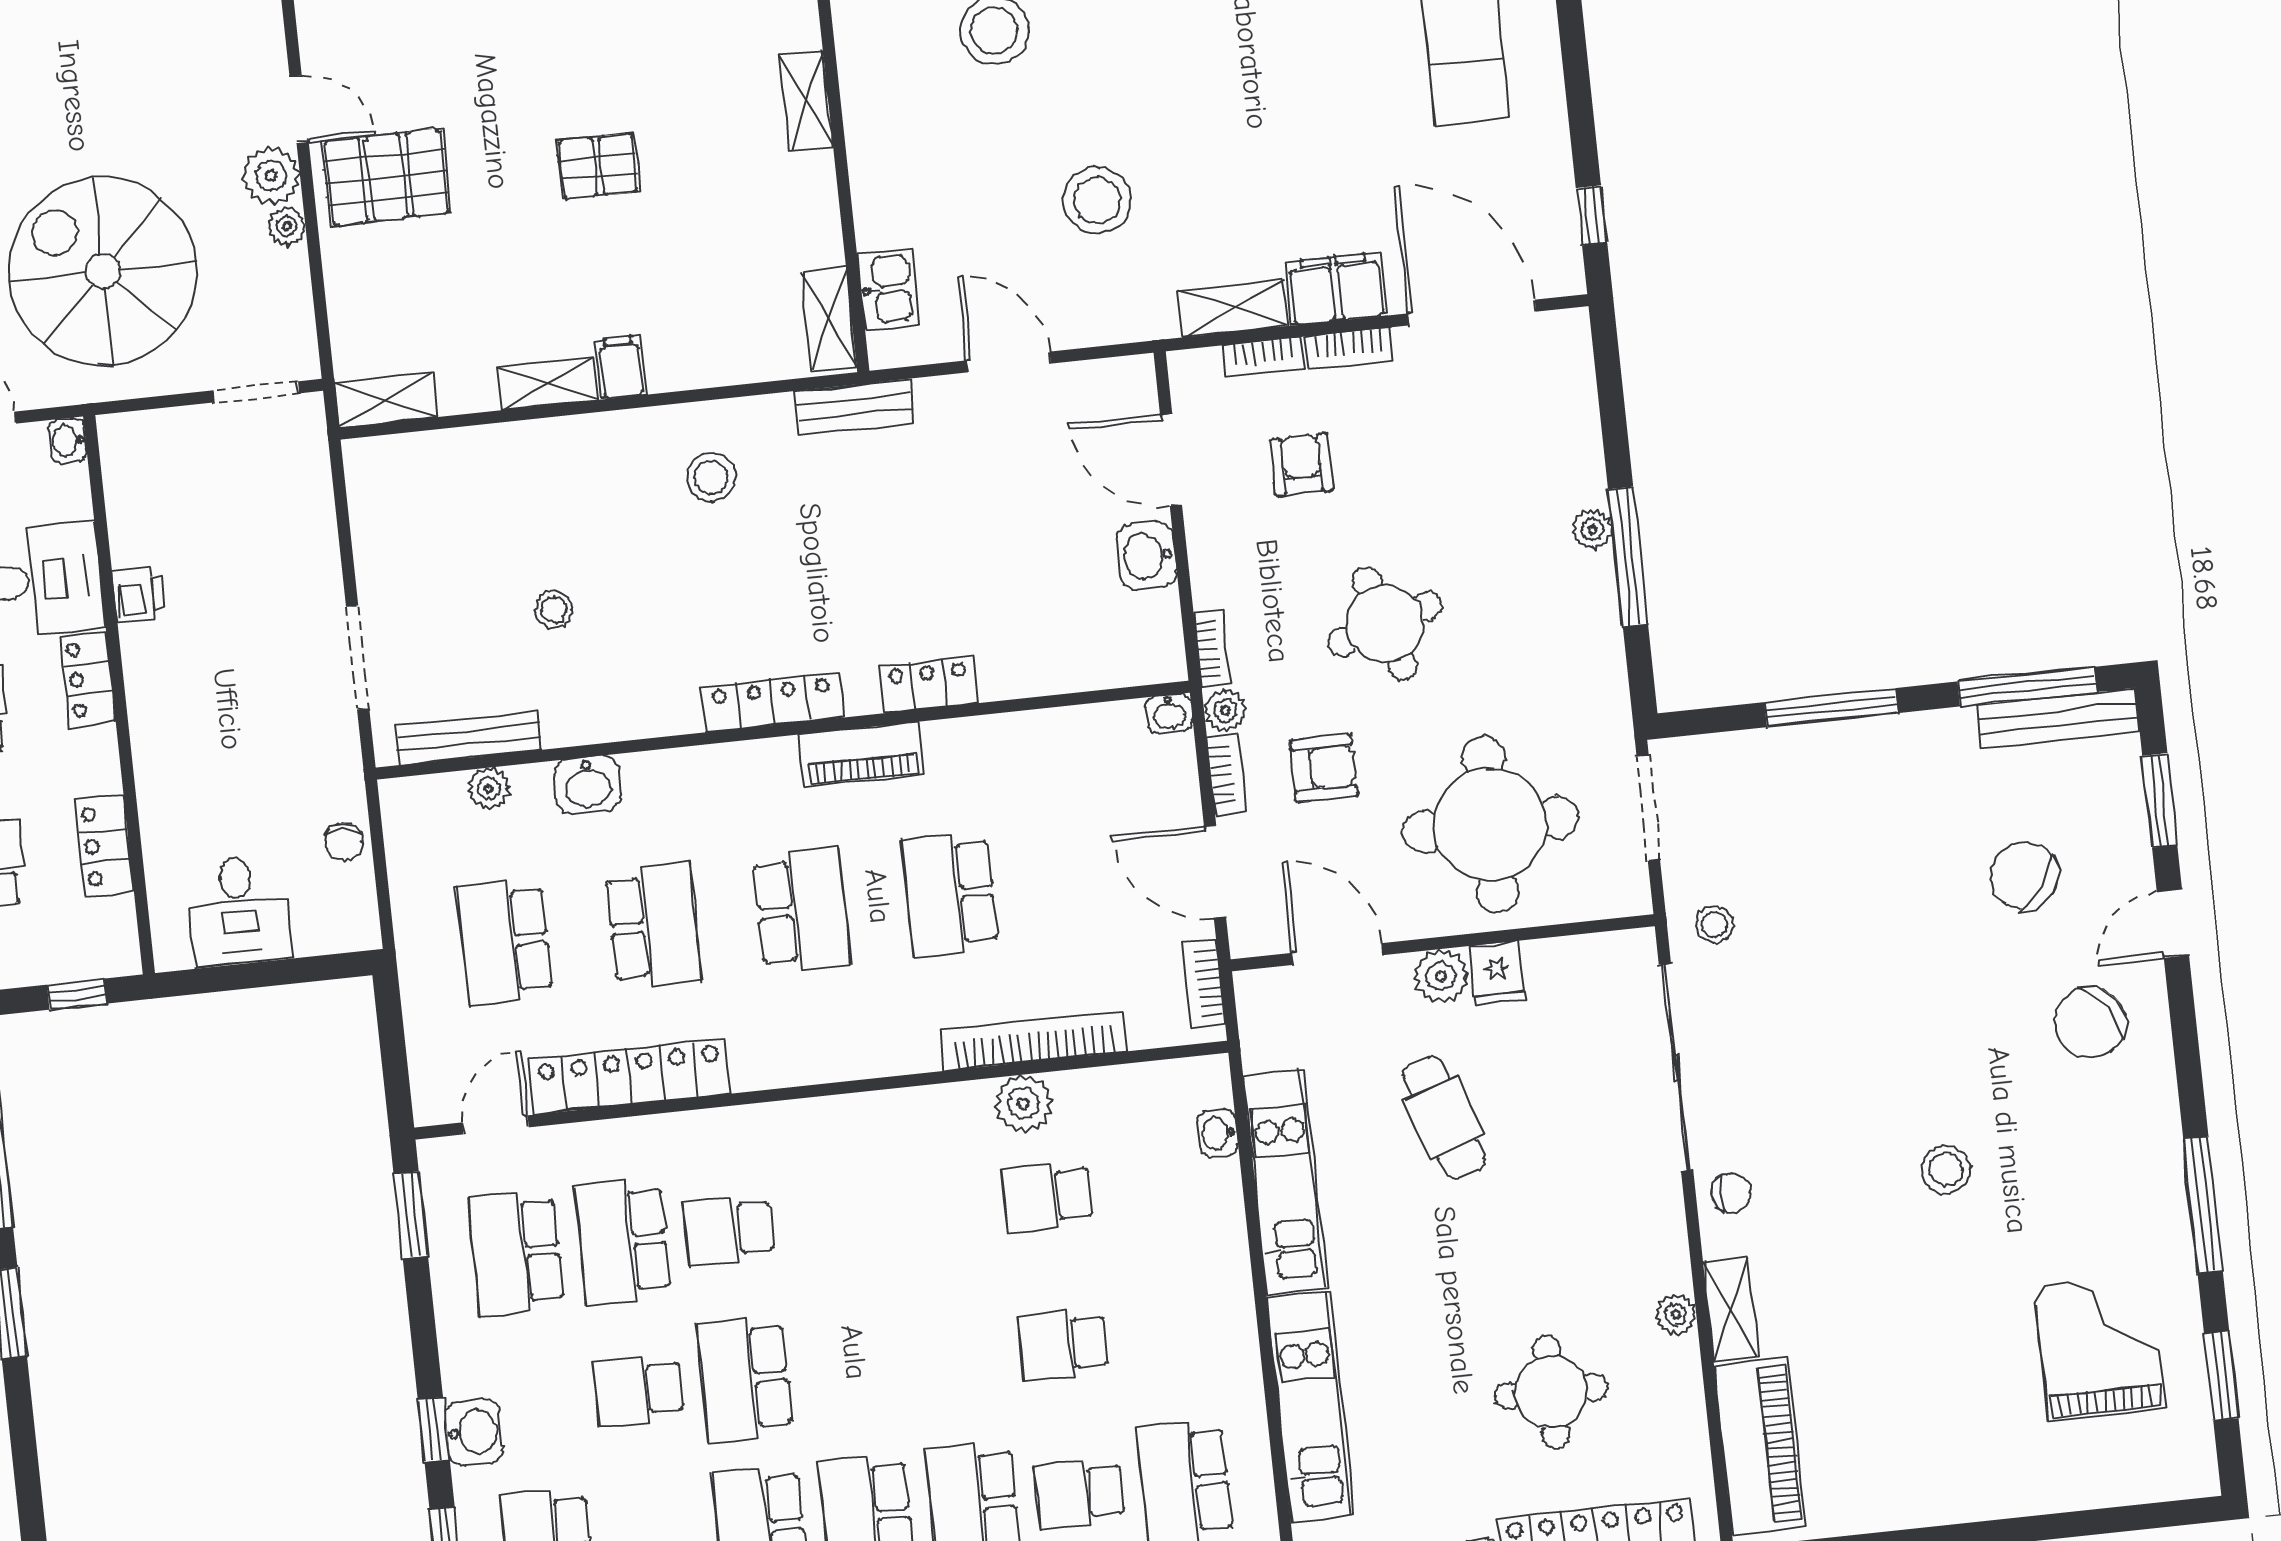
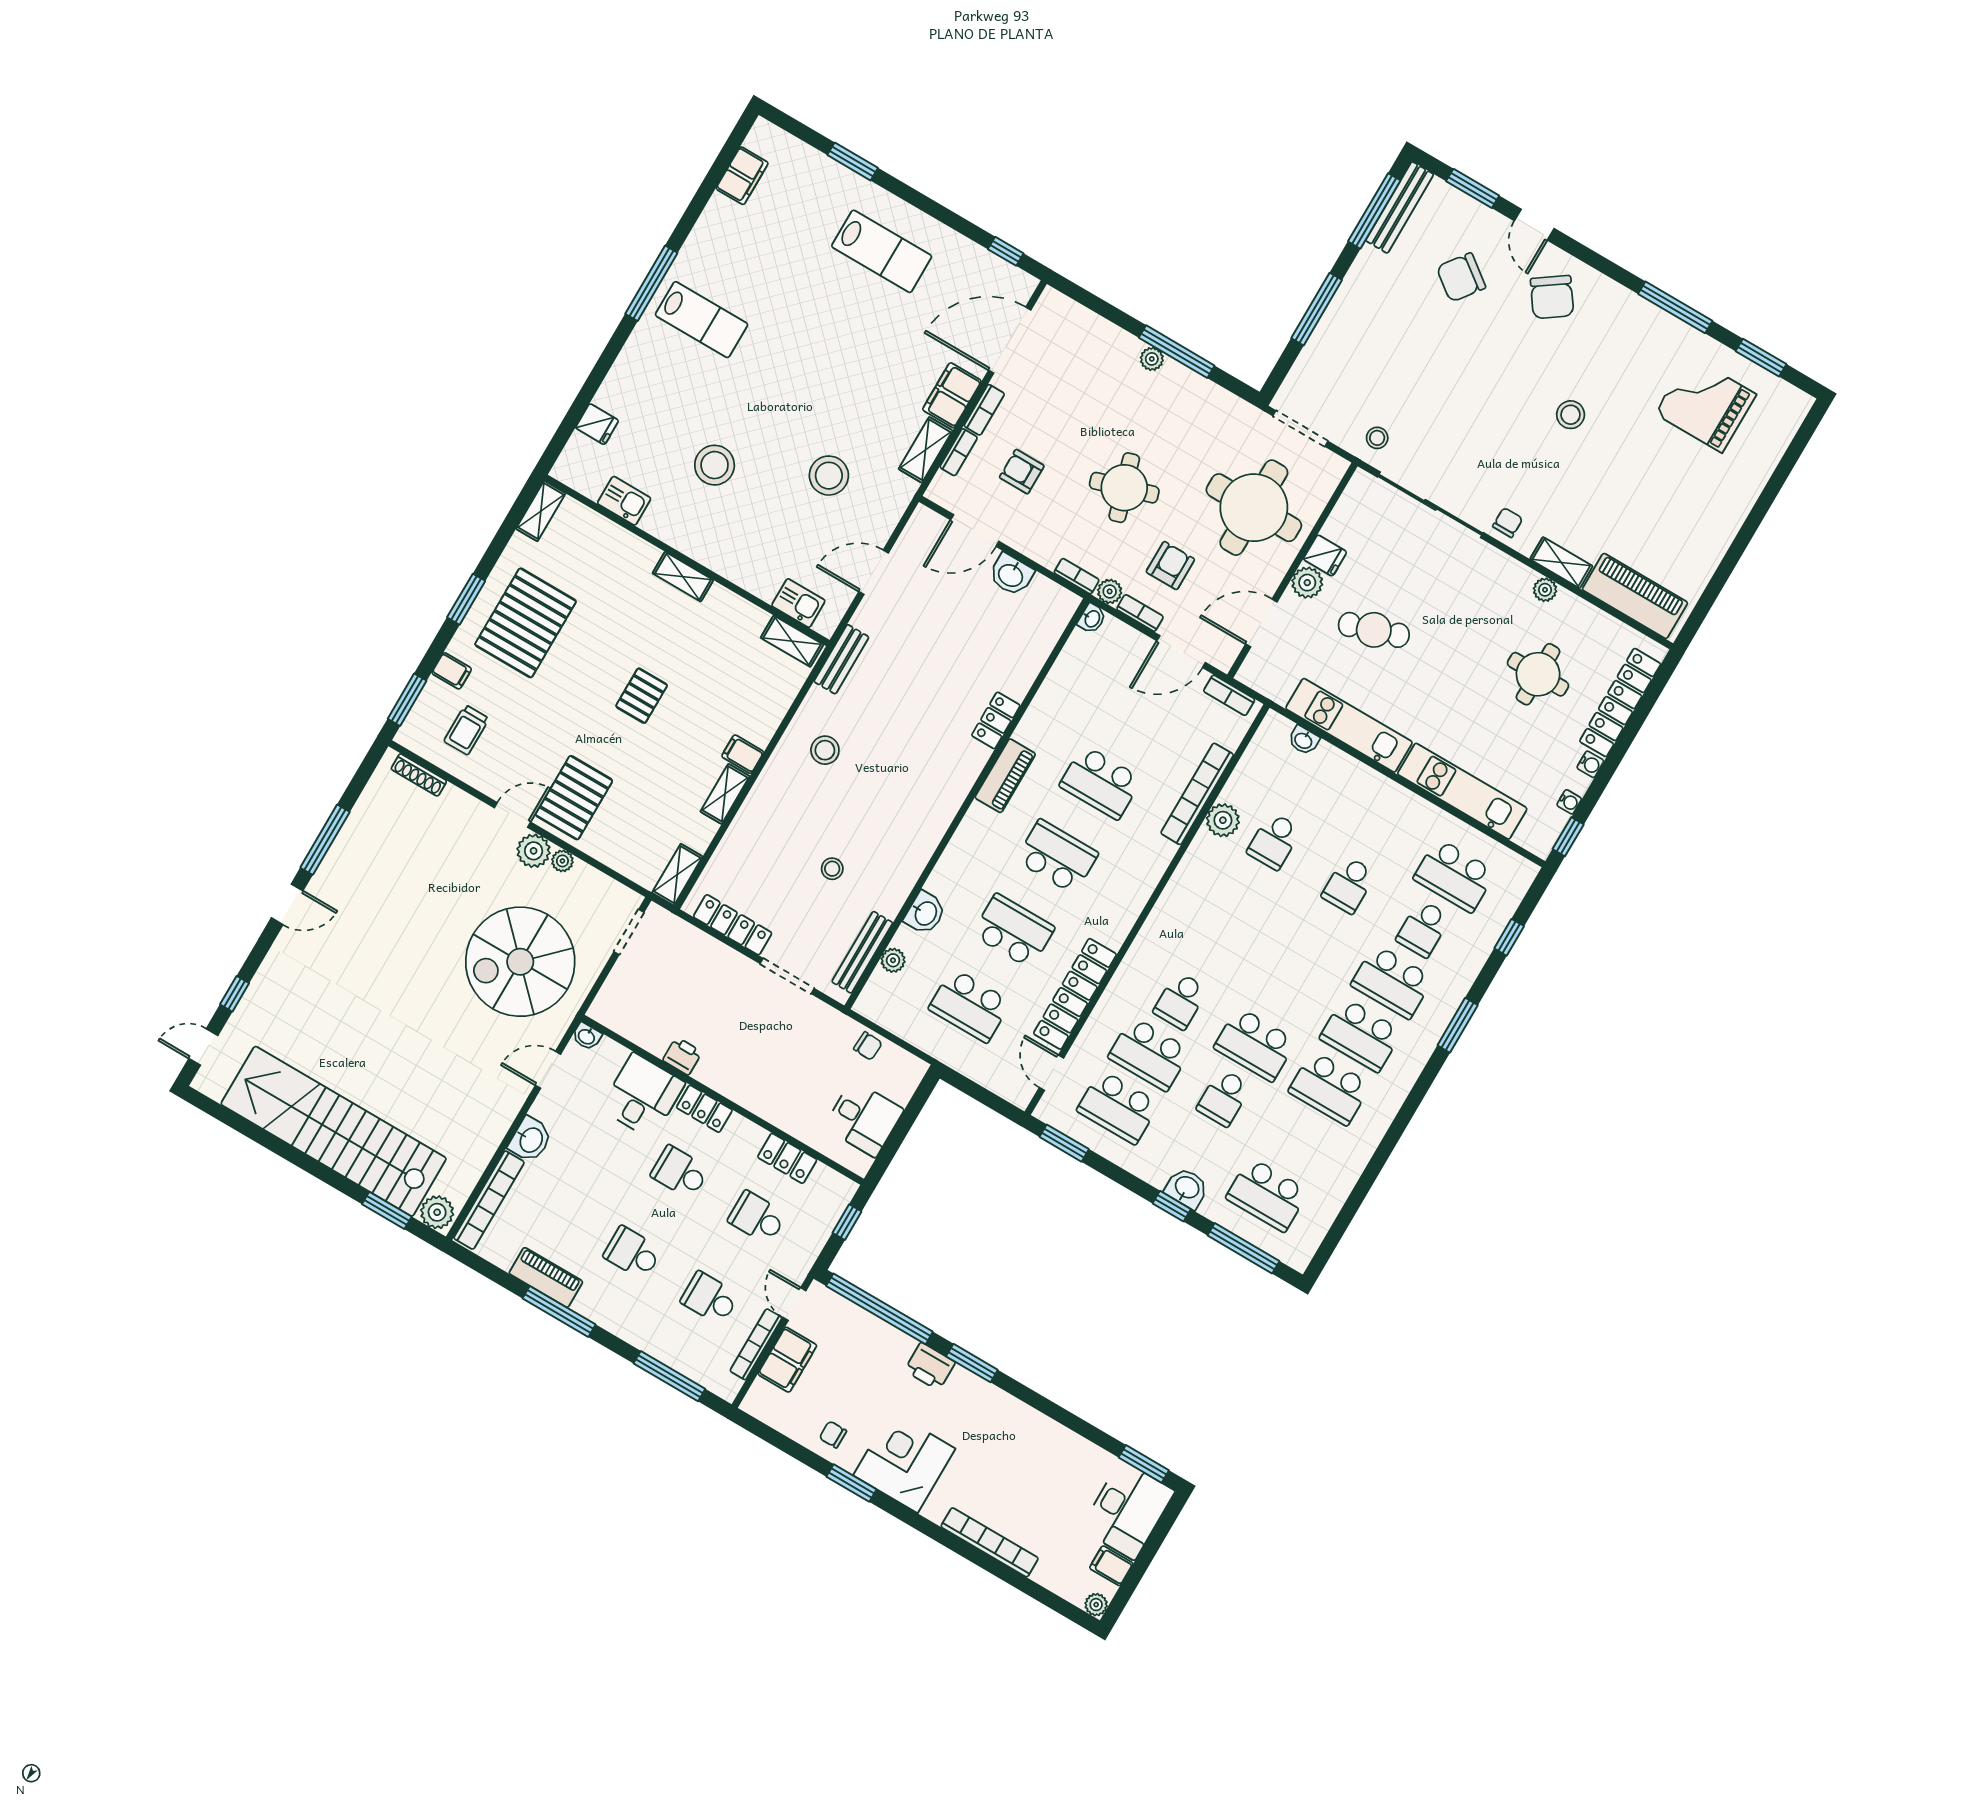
locker: (772, 702) -> (733, 925), moved, turned 90

